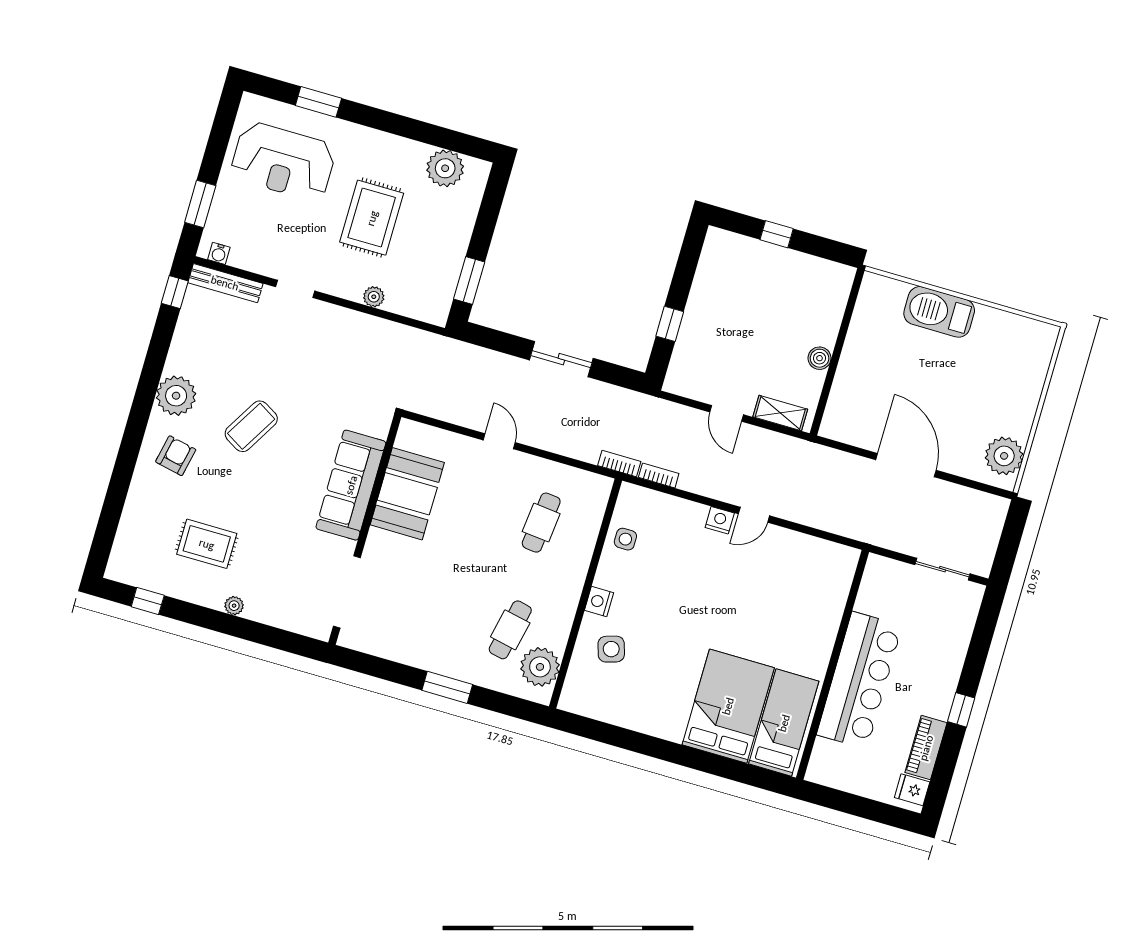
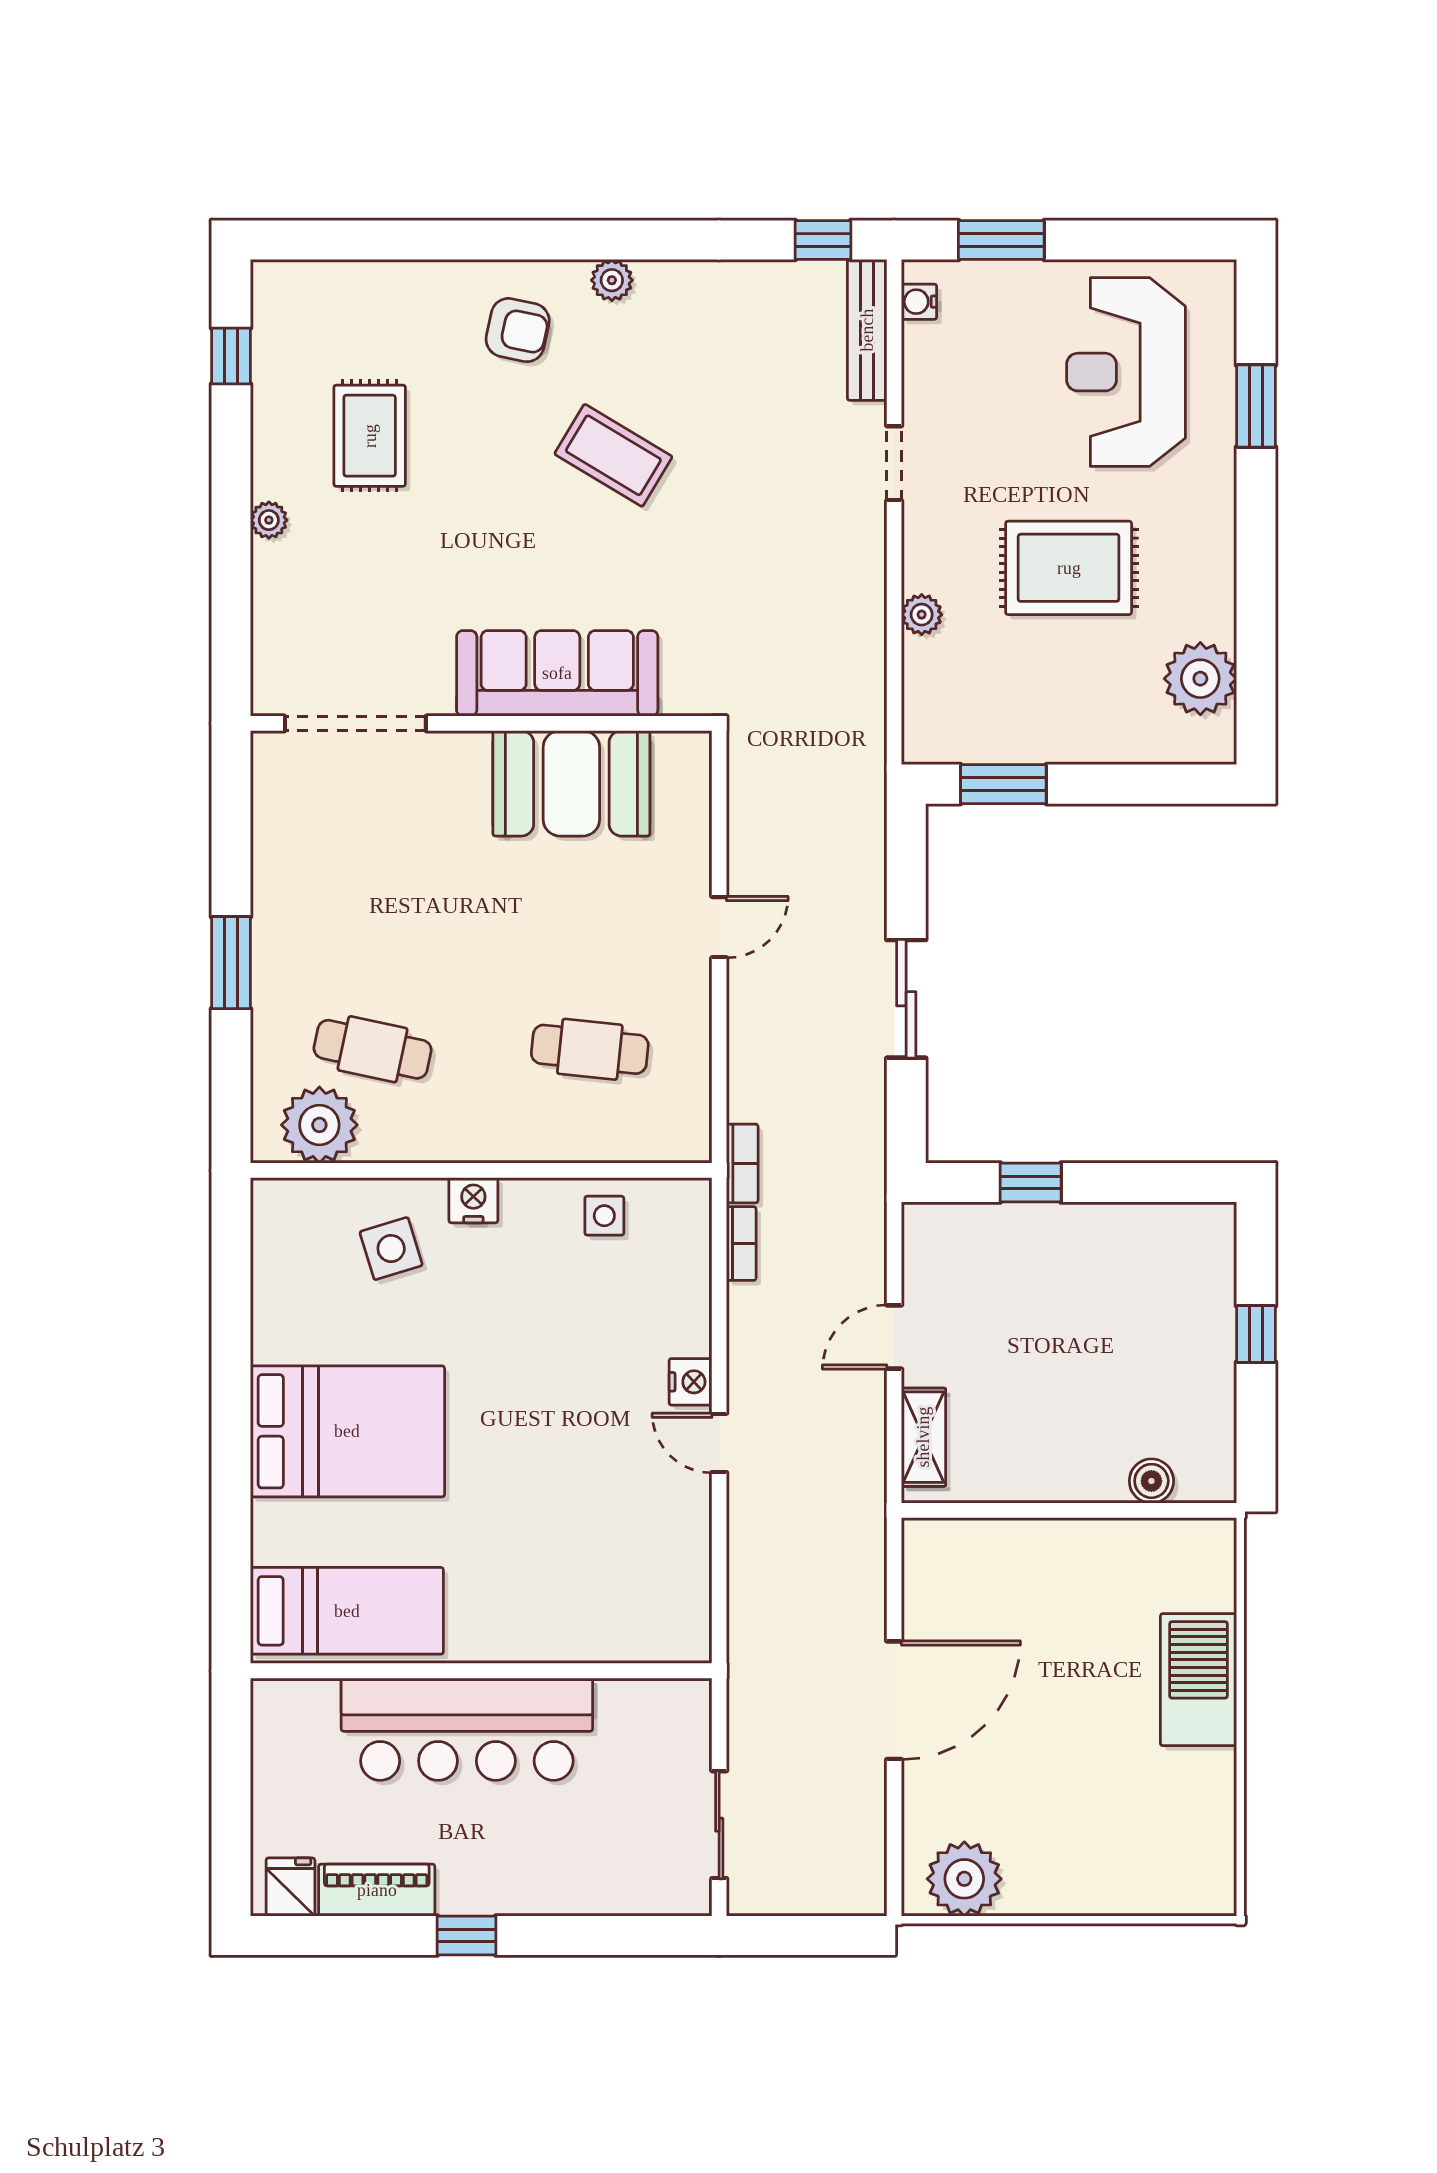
boiler: (820, 358) -> (1151, 1481), moved
plant: (176, 396) -> (612, 280), width x0.53, depth x0.53
bed: (728, 706) -> (347, 1431), moved

